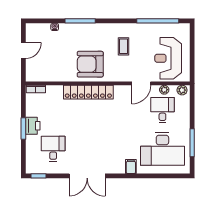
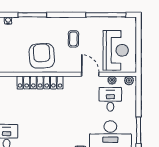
reception desk: (168, 58) -> (116, 50), turned 180
armchair: (90, 64) -> (42, 56), turned 87
door: (141, 83) -> (90, 74), swing flipped

